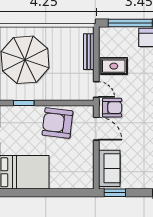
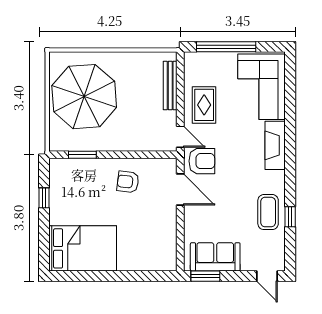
rug: (114, 66) -> (204, 105), turned 90
armchair: (57, 123) -> (128, 182), width x0.53, depth x0.53
sofa: (109, 168) -> (215, 257), moved, turned -90

